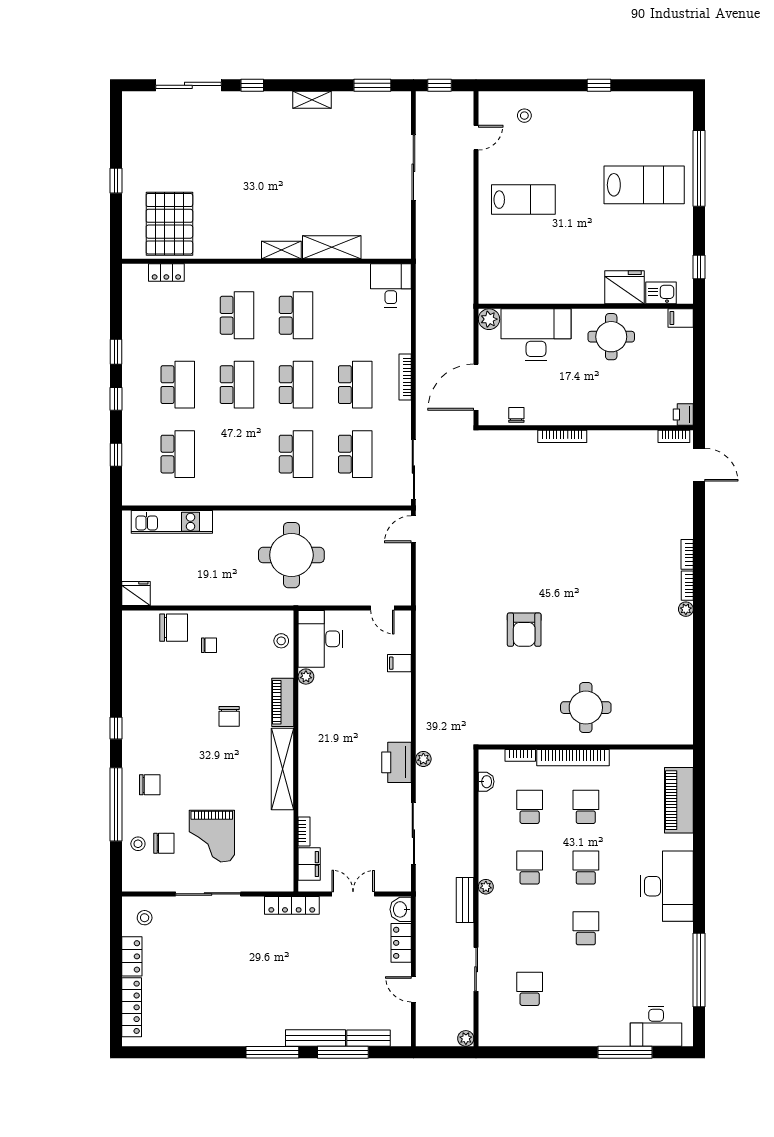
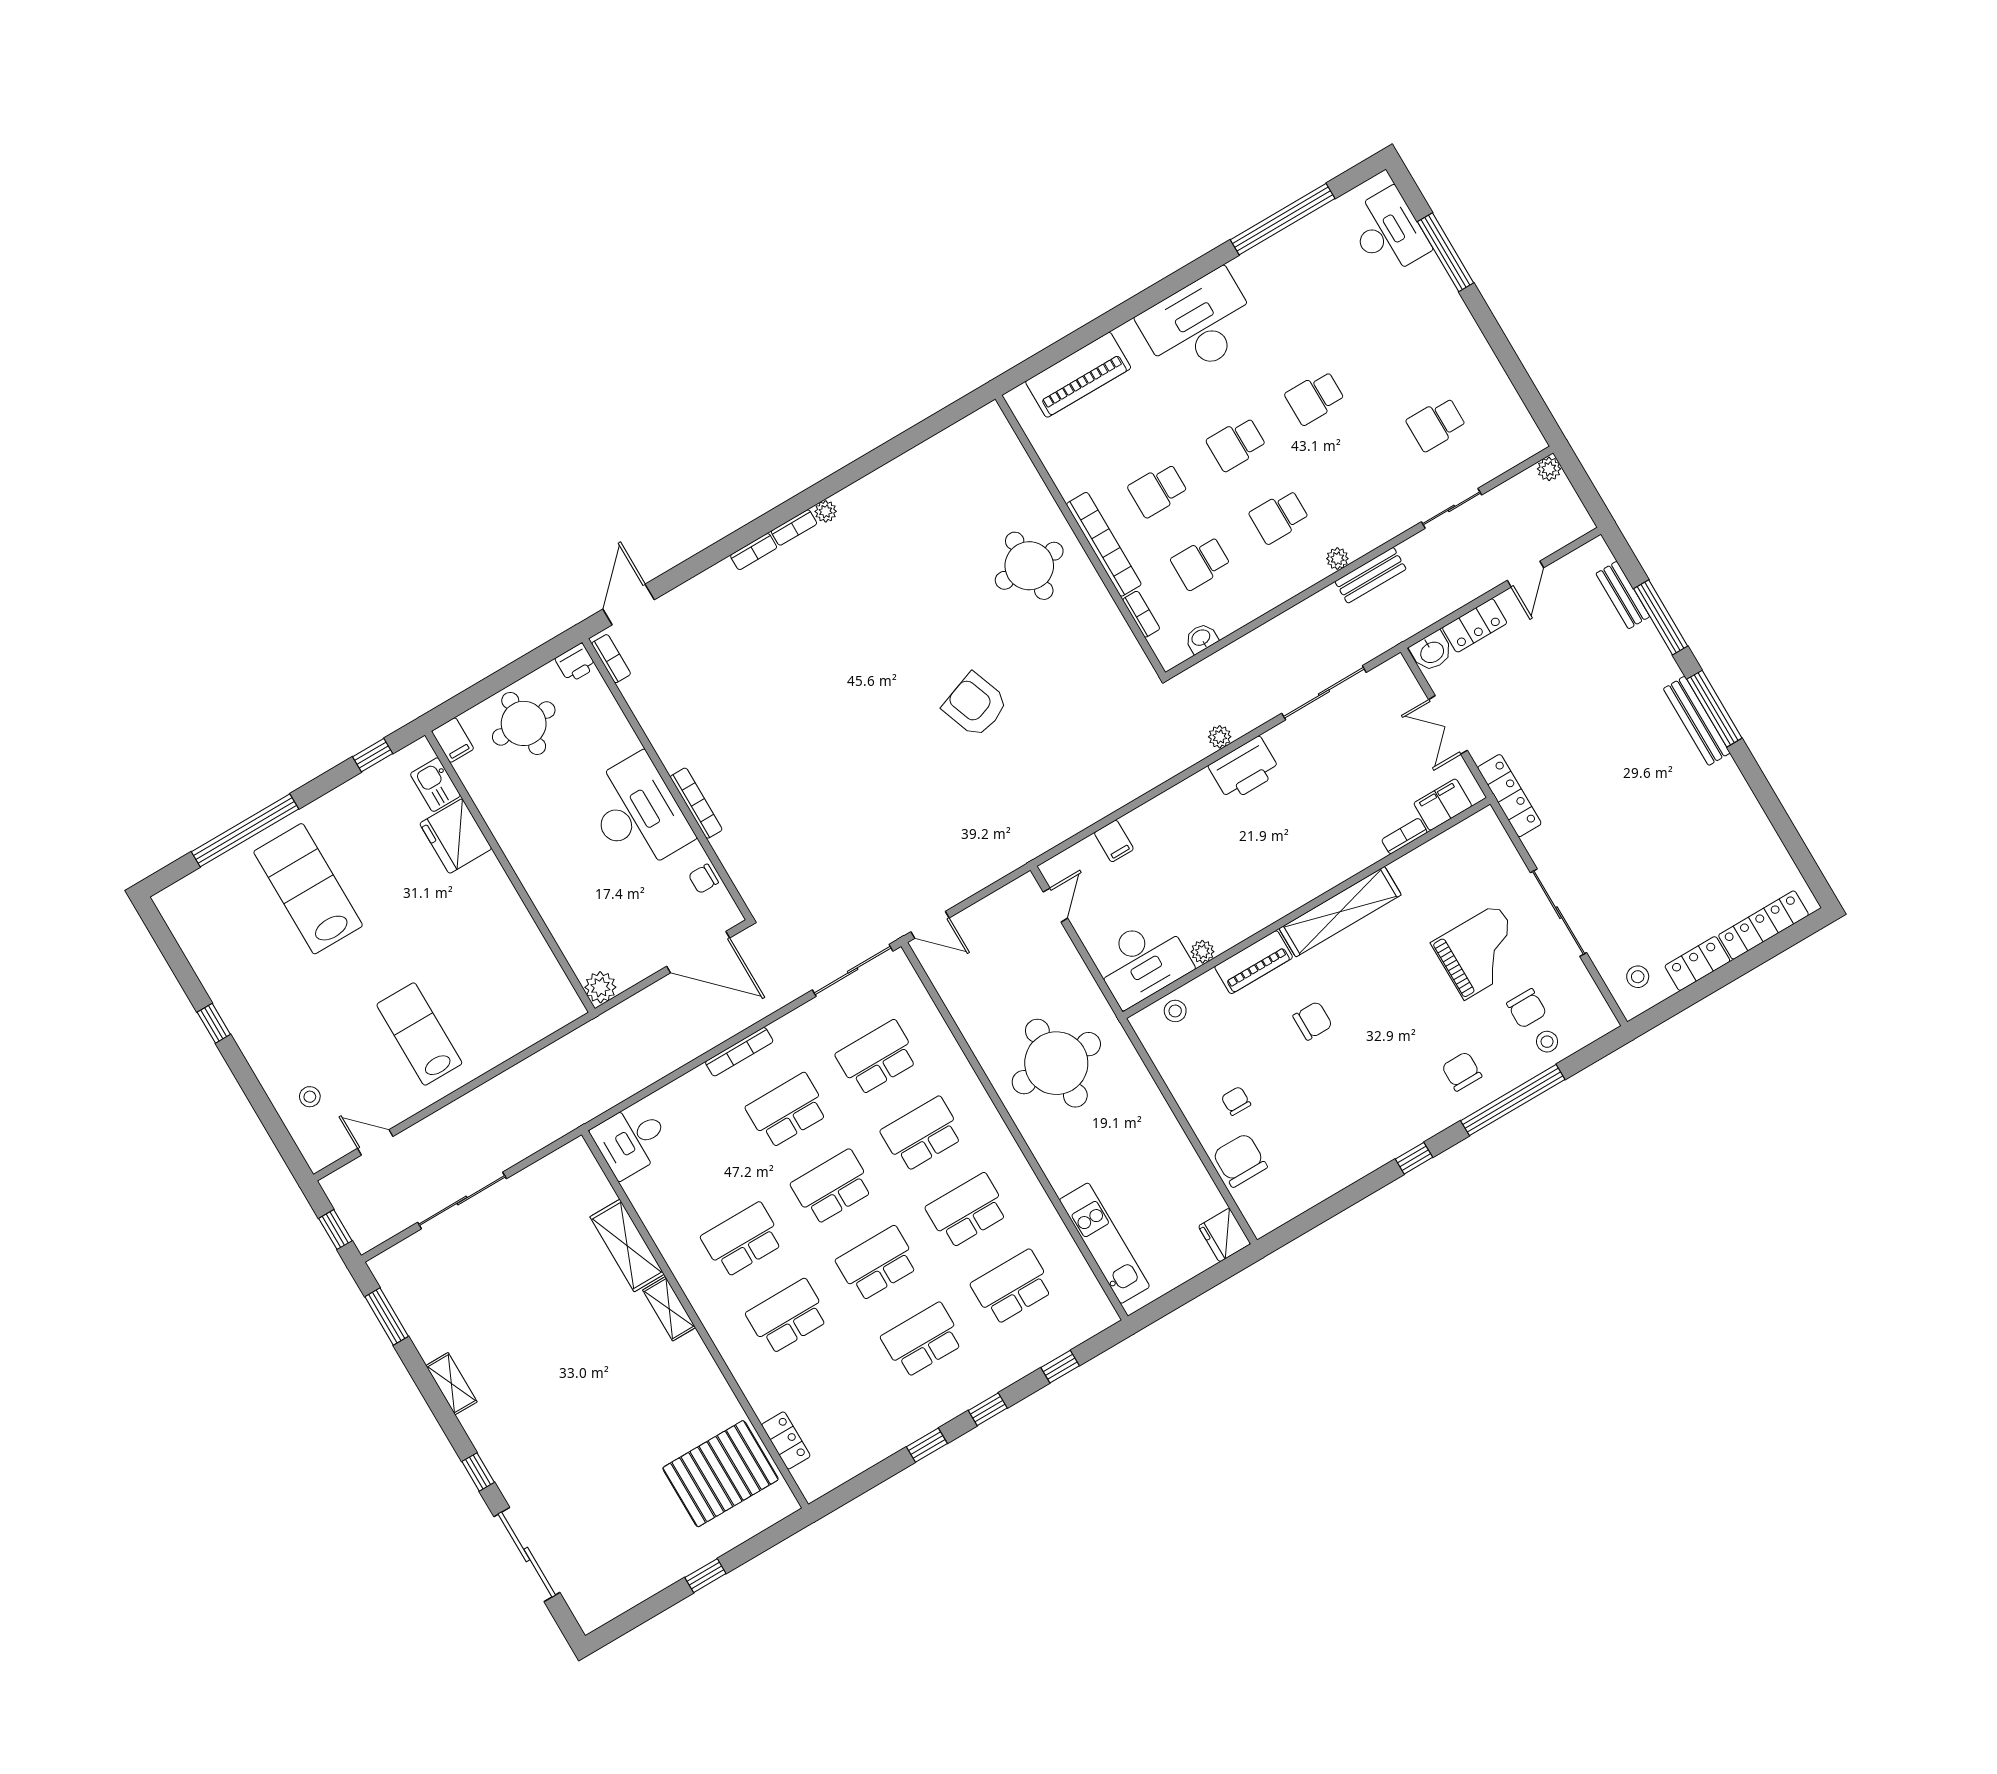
desk: (536, 335) -> (637, 813), moved, turned 180
round table: (611, 337) -> (524, 723), moved
school desk: (237, 454) -> (967, 1211), added
armchair: (524, 630) -> (975, 705), turned -110
chair: (164, 843) -> (1527, 1008), turned 180
bench: (315, 1038) -> (1697, 721), moved

